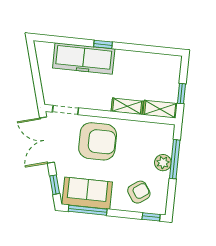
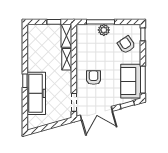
armchair: (98, 141) -> (94, 78), width x0.53, depth x0.53

